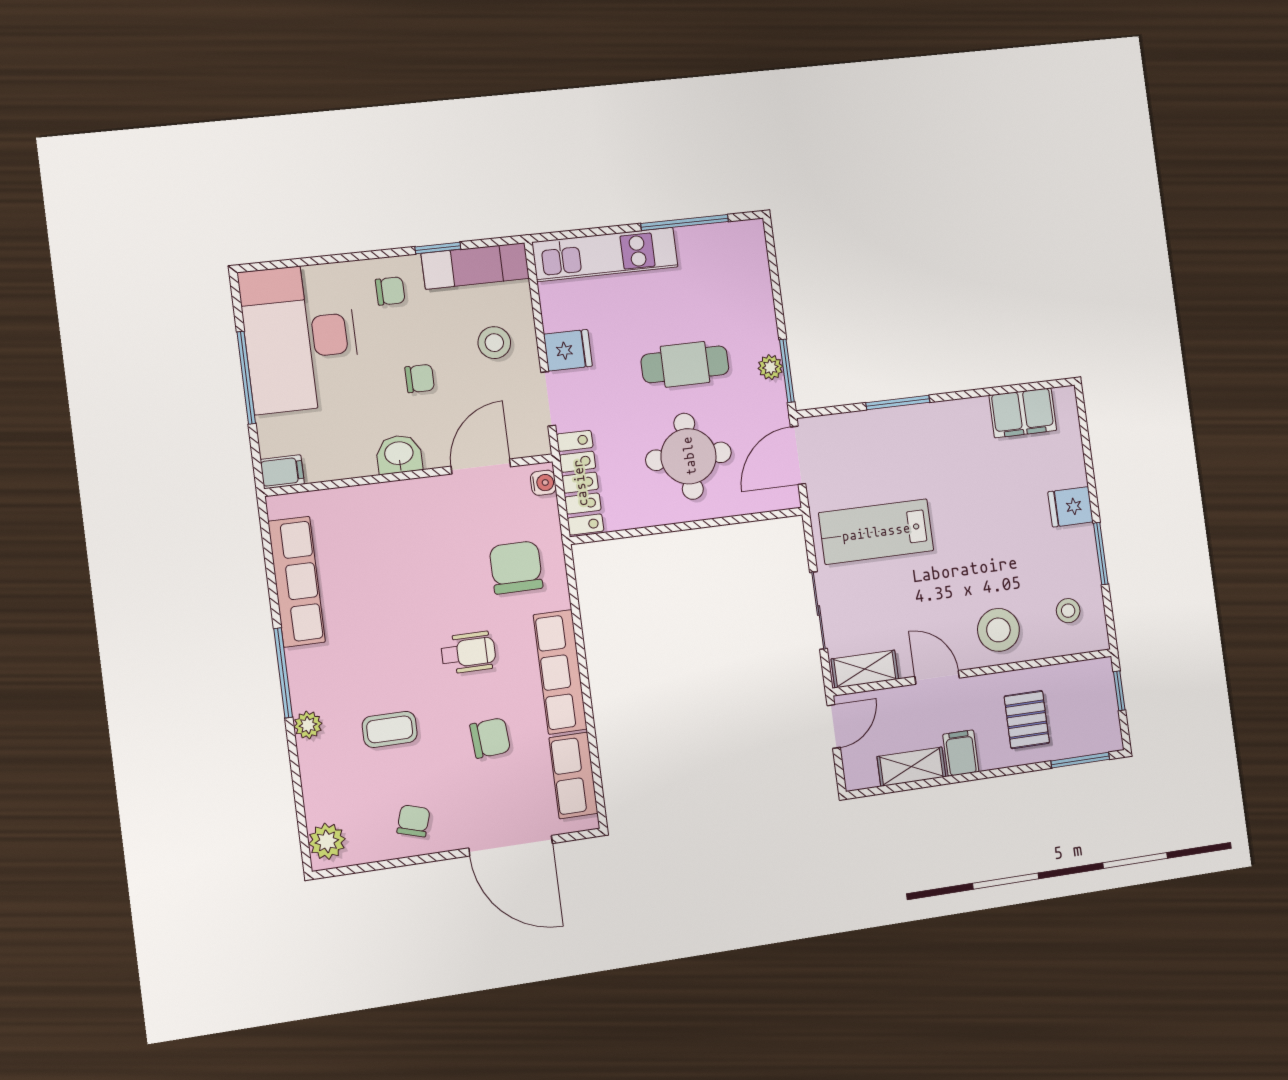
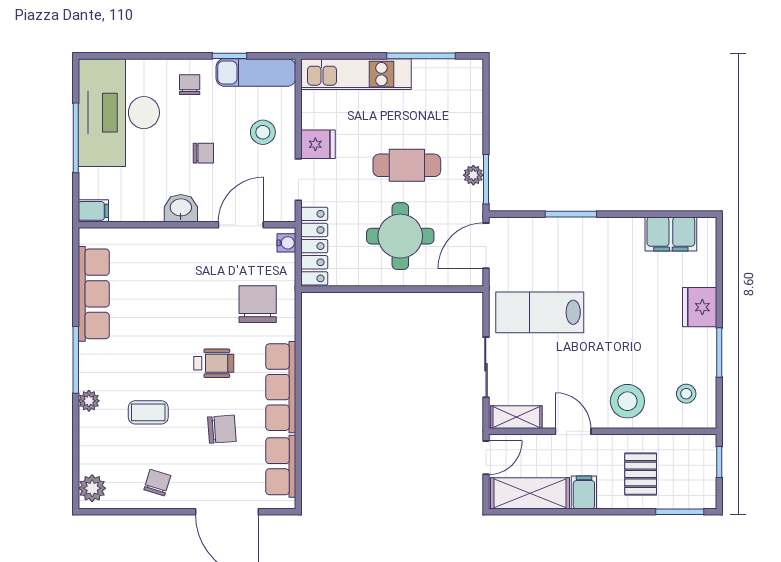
chair: (390, 291) -> (190, 85), turned -90
fridge: (1071, 507) -> (700, 307), width x1.38
shelving: (911, 767) -> (530, 493), width x1.50, depth x1.33

